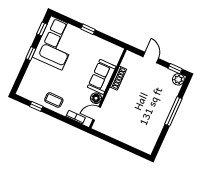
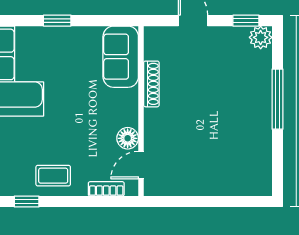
sofa: (102, 77) -> (121, 57), moved

